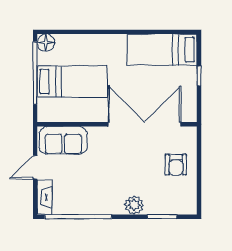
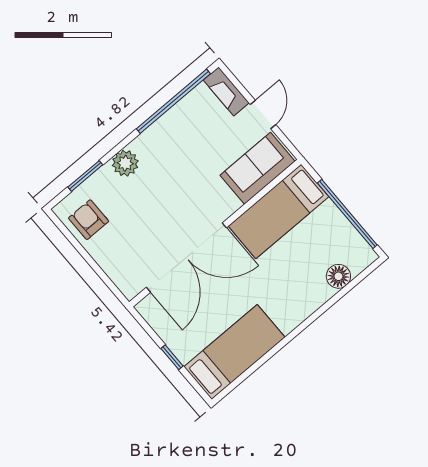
floor lamp: (46, 43) -> (338, 276), moved
bed: (72, 82) -> (279, 211), moved
armchair: (176, 165) -> (89, 220), moved

